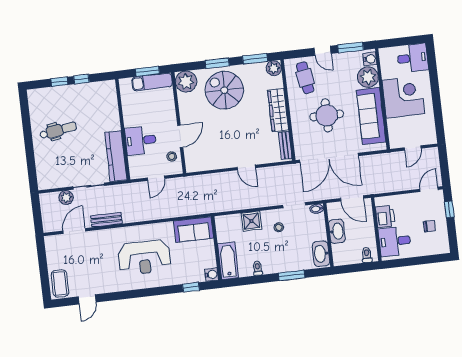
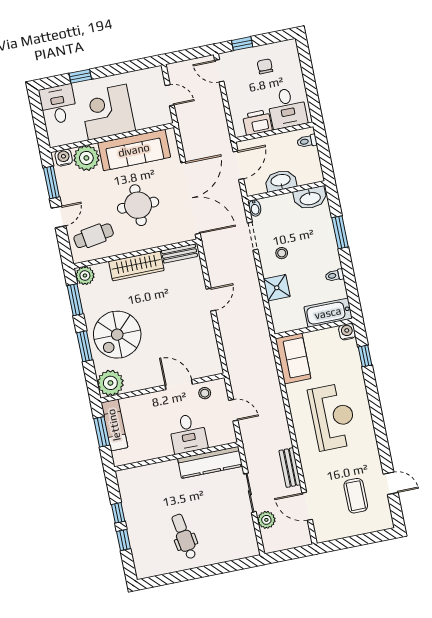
window: (434, 78) -> (80, 76), added
coffee table: (60, 283) -> (356, 496), moved, turned 90

